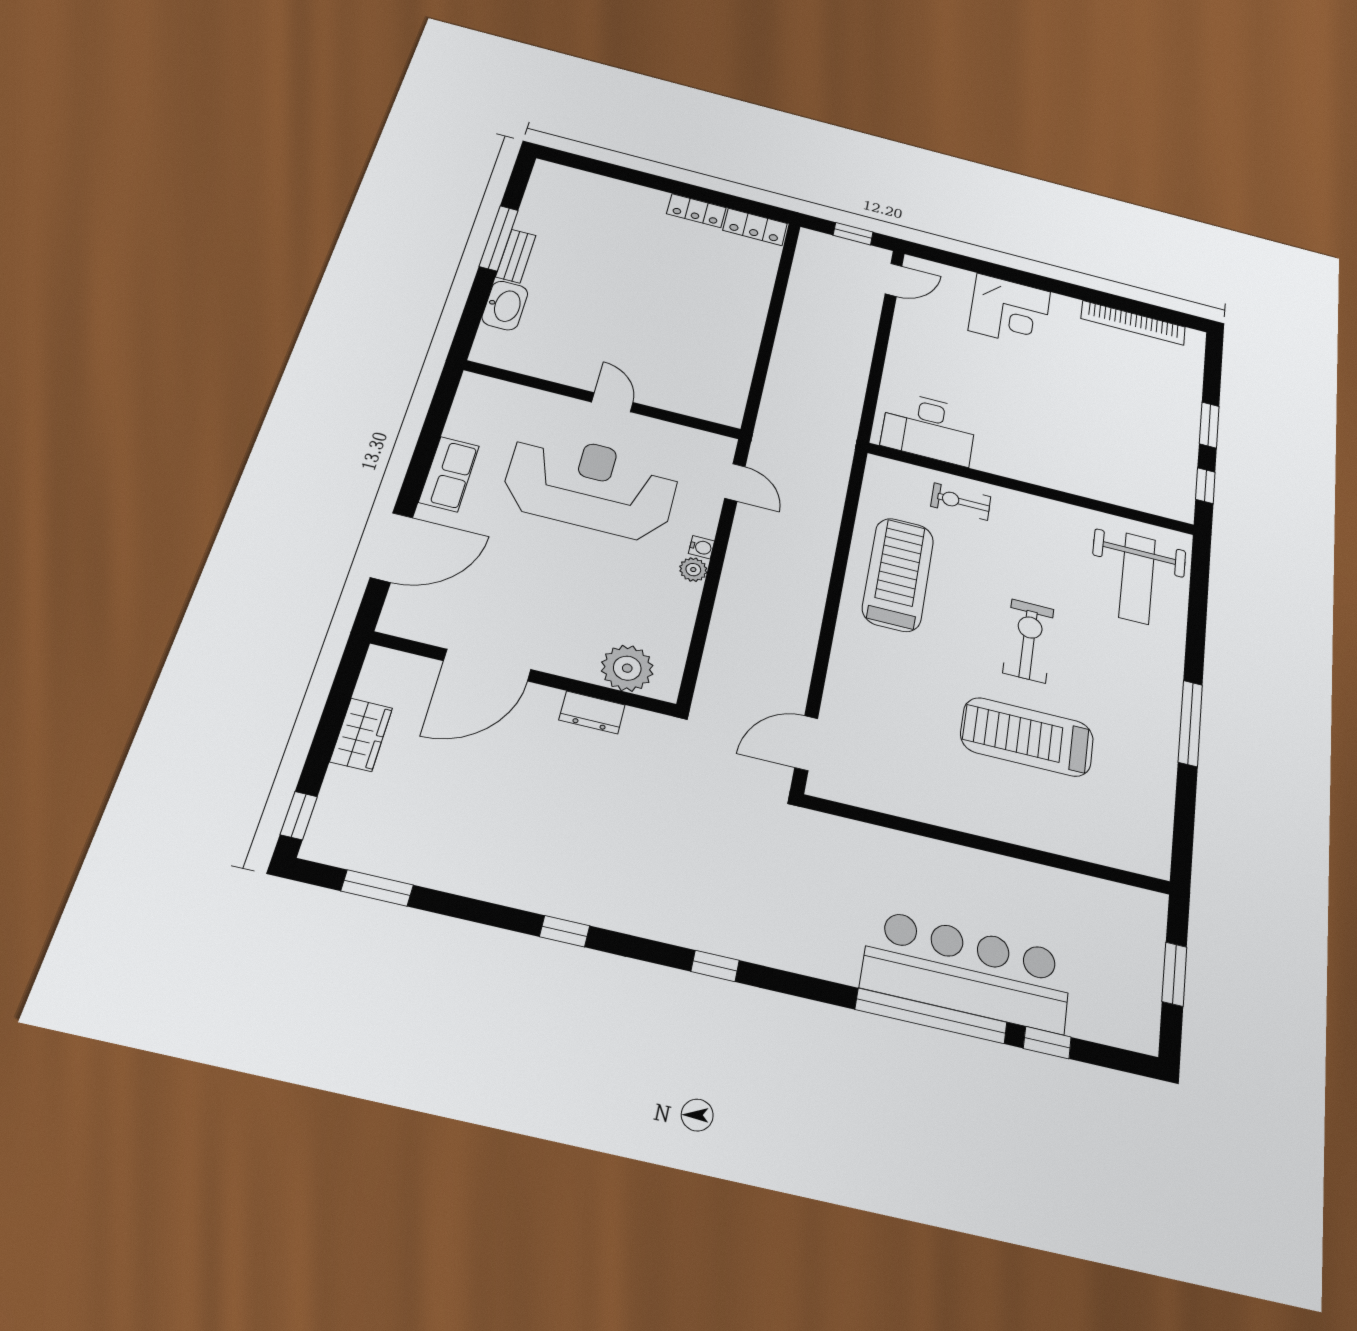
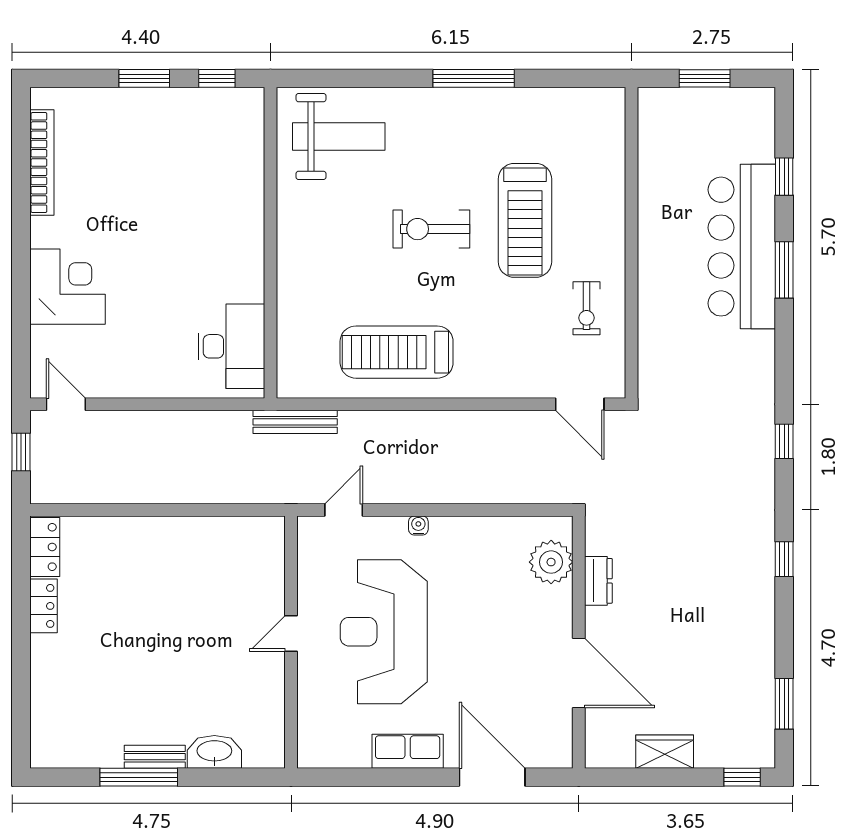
bench: (839, 463) -> (295, 422), added
exercise bike: (961, 502) -> (586, 308), moved
plant: (693, 570) -> (442, 528), removed
window: (931, 1016) -> (784, 270), width x0.47

